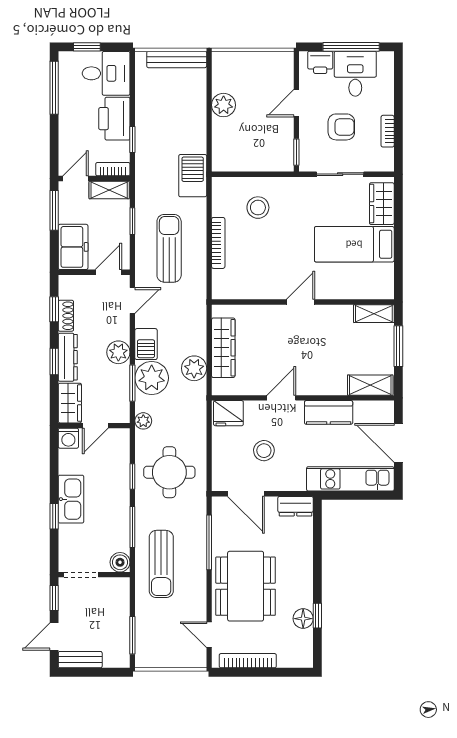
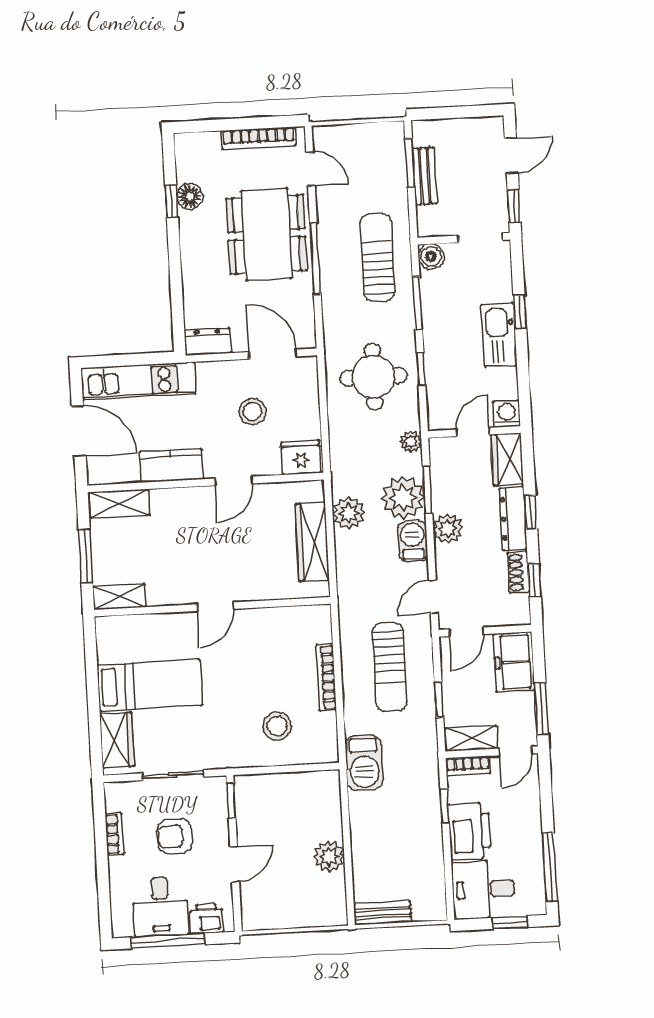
bench: (177, 59) -> (383, 913), width x0.73
window: (209, 542) -> (315, 258), moved
bench: (80, 660) -> (425, 176), moved, turned 90

